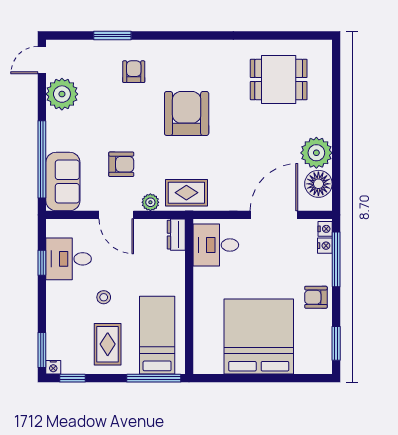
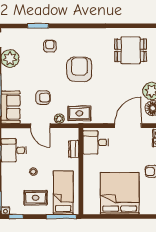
dresser: (176, 235) -> (74, 149), moved
rug: (108, 344) -> (36, 198), turned 90

